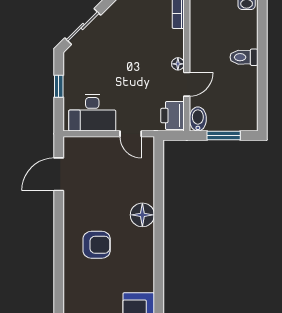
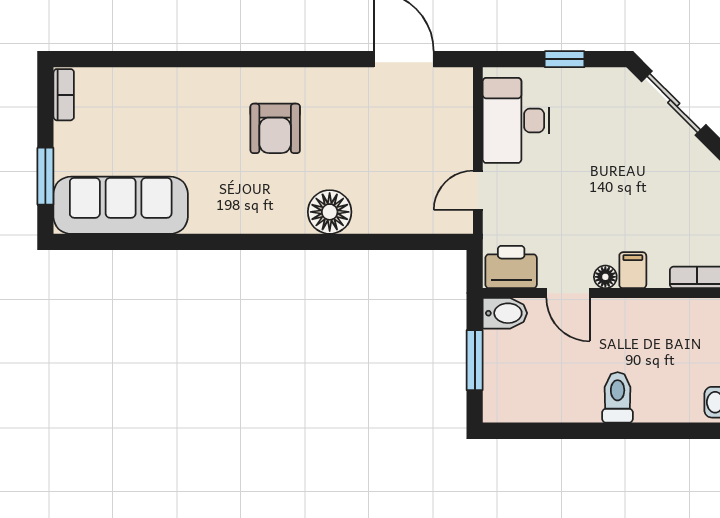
filing cabinet: (174, 49) -> (633, 270), added

